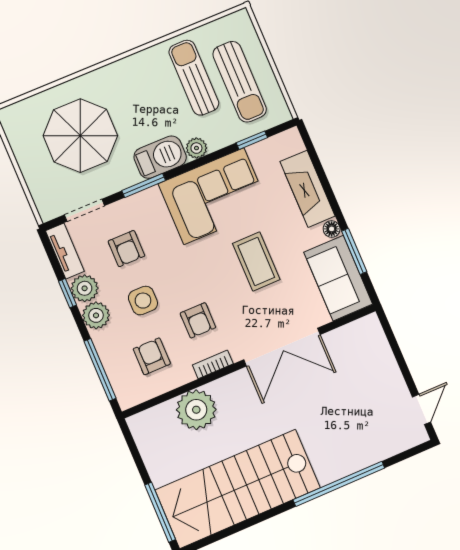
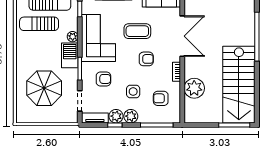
armchair: (126, 249) -> (103, 79), moved
armchair: (198, 320) -> (146, 59), moved

